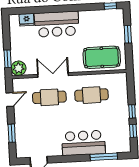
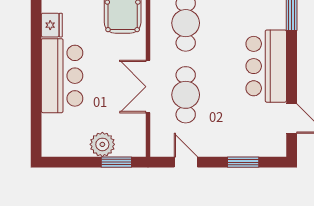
fridge: (27, 20) -> (52, 25), moved
plant: (19, 68) -> (102, 144), moved
bar counter: (83, 143) -> (266, 66), moved

